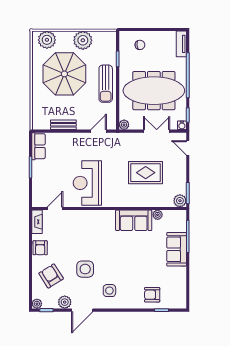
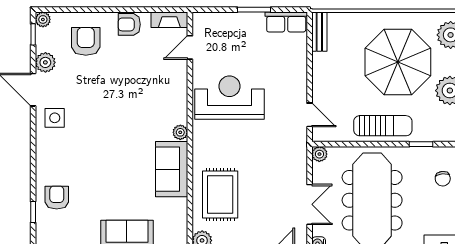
sun lounger: (106, 84) -> (383, 126), turned 180
bench: (63, 125) -> (319, 32), moved
rug: (146, 173) -> (220, 195), moved
door: (55, 208) -> (190, 47), swing flipped
plant: (158, 215) -> (180, 132), moved
side table: (85, 269) -> (96, 94), removed
armchair: (51, 276) -> (86, 41), turned -58
side table: (109, 291) -> (55, 118), moved

